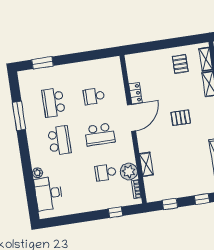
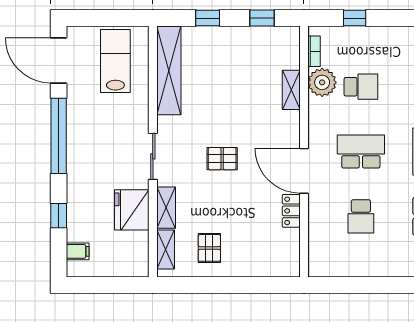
school desk: (94, 96) -> (361, 216), turned 90
door: (132, 118) -> (304, 171), hinge flipped

